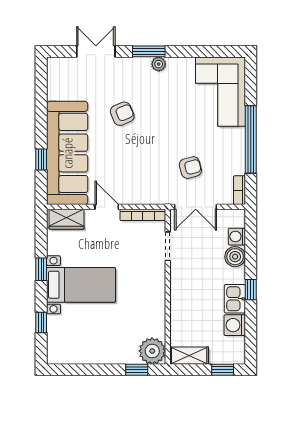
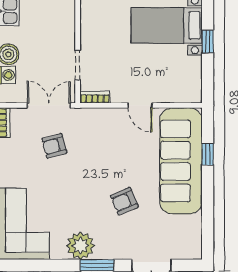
plant: (159, 64) -> (80, 246), width x1.88, depth x1.88
bookcase: (143, 215) -> (95, 97), width x0.64
wardrobe: (67, 219) -> (182, 93), removed

